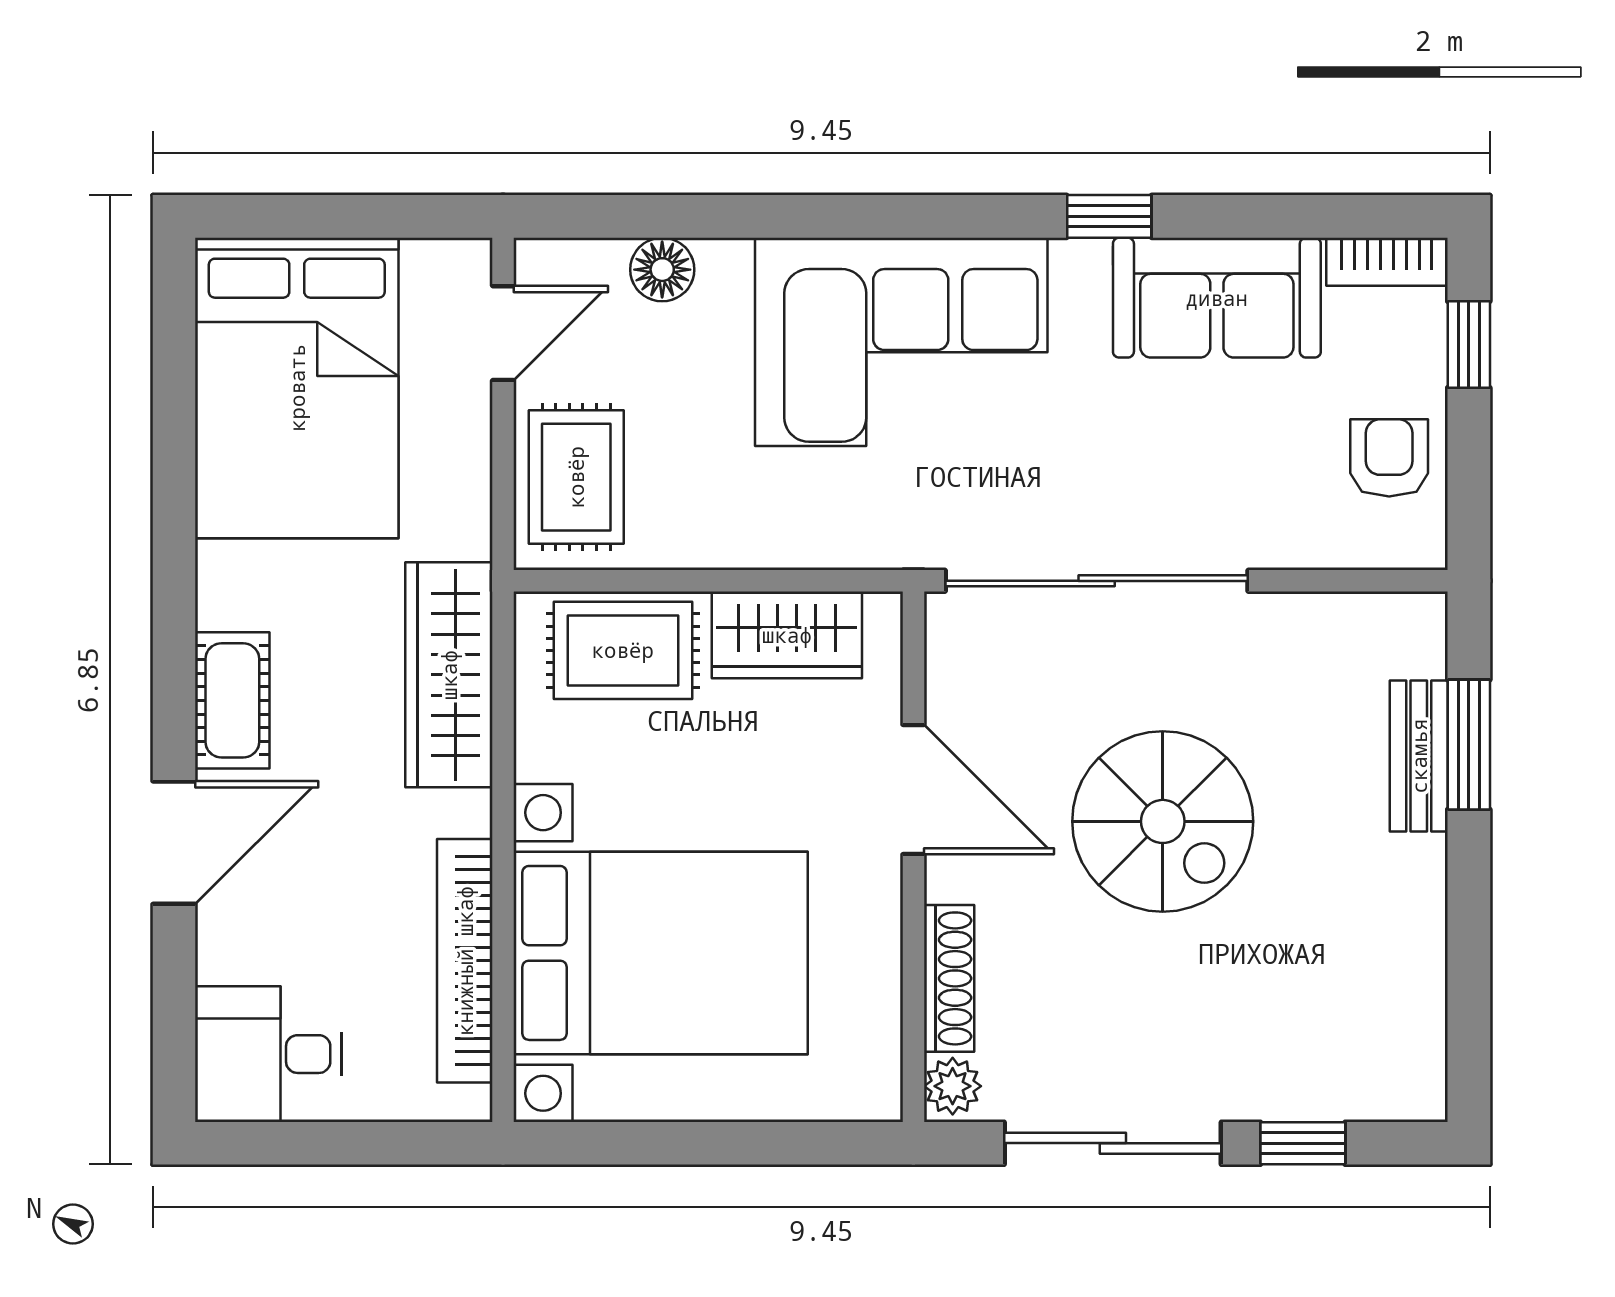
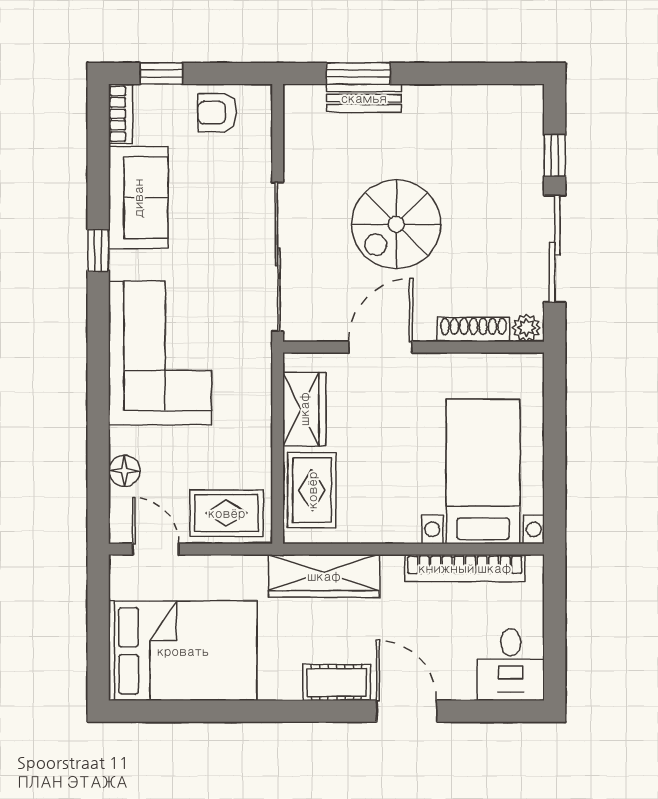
spiral stairs: (1163, 821) -> (396, 224), turned 180
bed with nightstands: (661, 953) -> (483, 472), width x0.73

